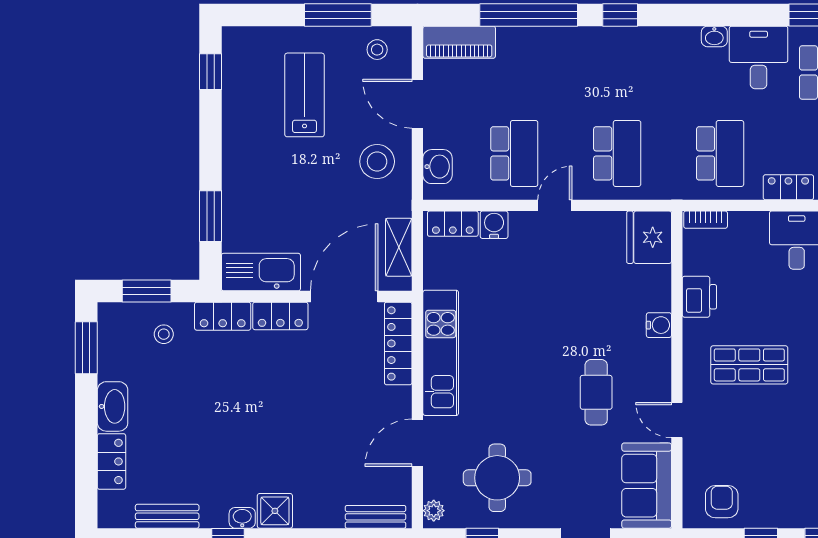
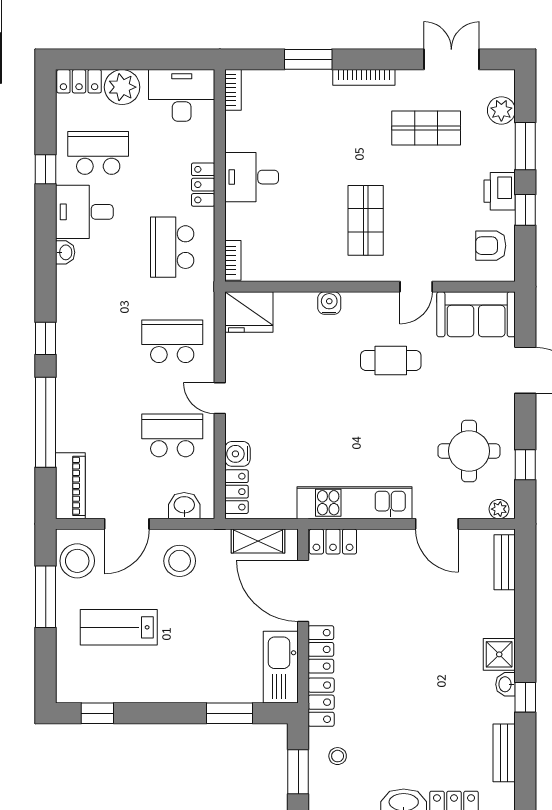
stool: (377, 50) -> (77, 561), width x1.89, depth x1.89
school desk: (720, 153) -> (172, 247), turned -90
printer: (699, 297) -> (500, 191), moved, turned -90
locker: (398, 343) -> (333, 542), width x0.66

